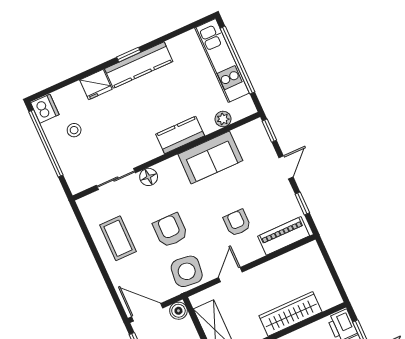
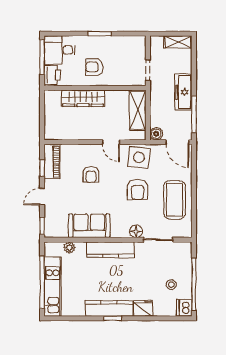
kitchen counter: (180, 135) -> (110, 250), width x1.50
piano: (284, 236) -> (52, 161), moved, turned -90
coffee table: (118, 238) -> (175, 200), width x1.36, depth x1.32
door: (230, 275) -> (111, 142), hinge flipped

